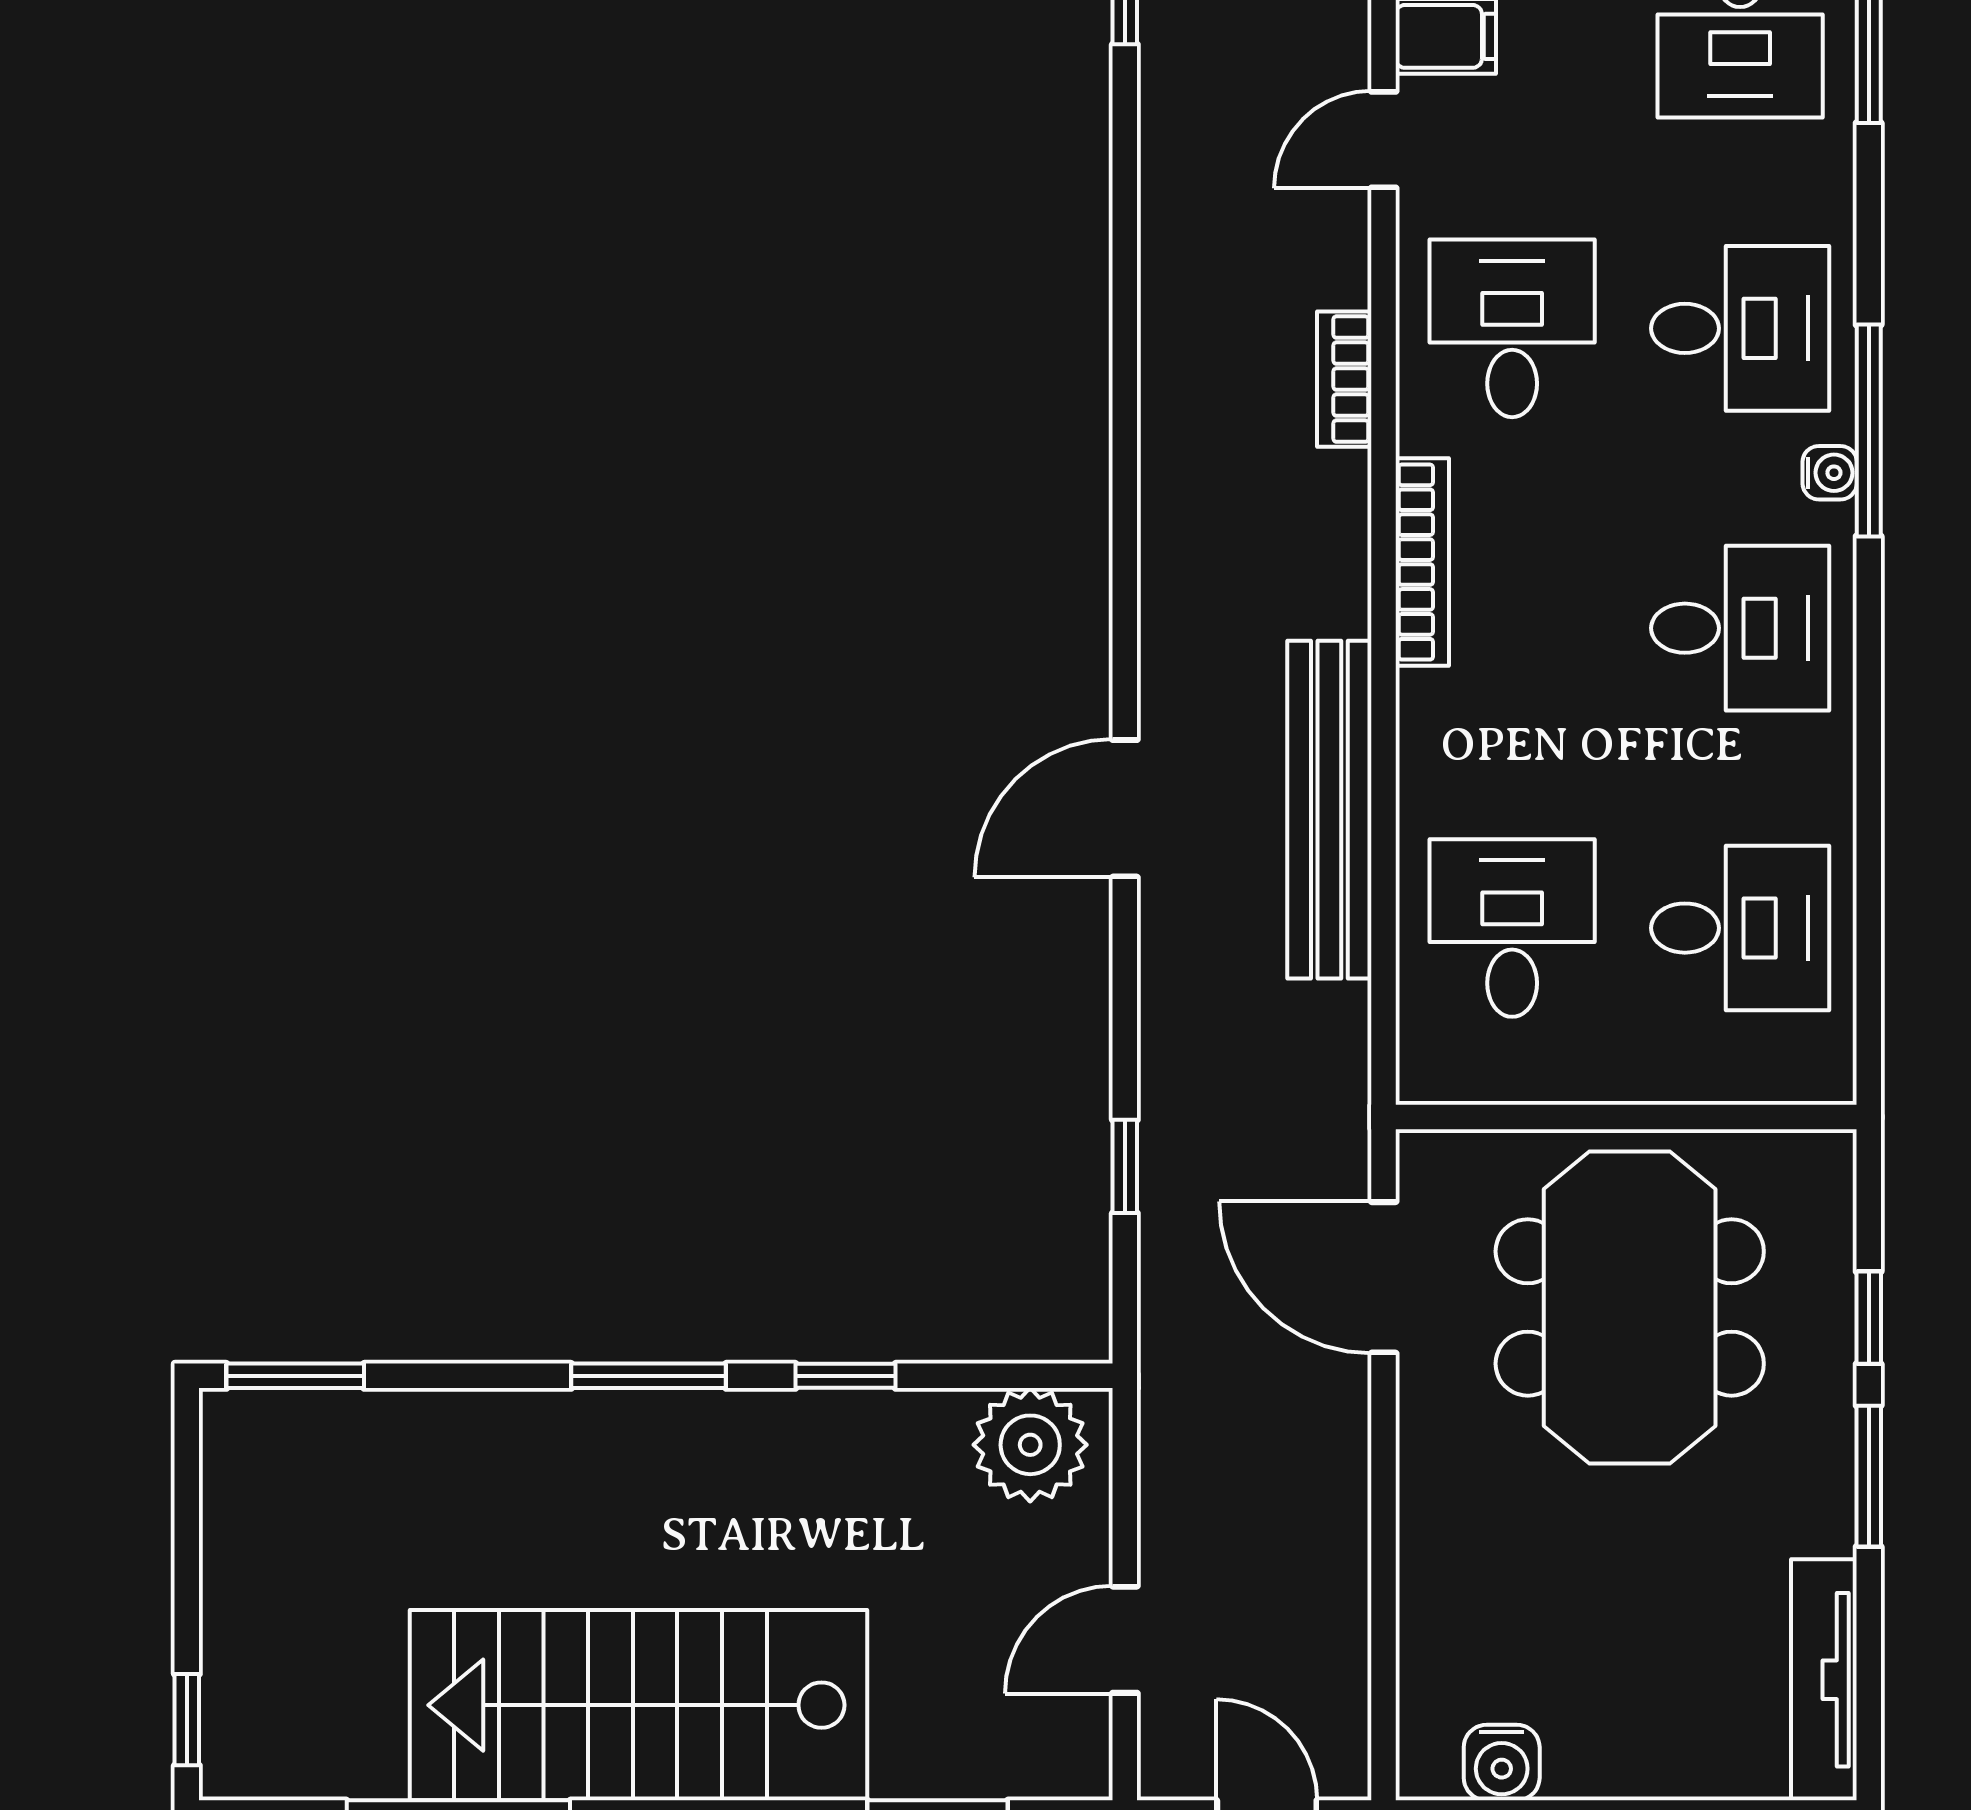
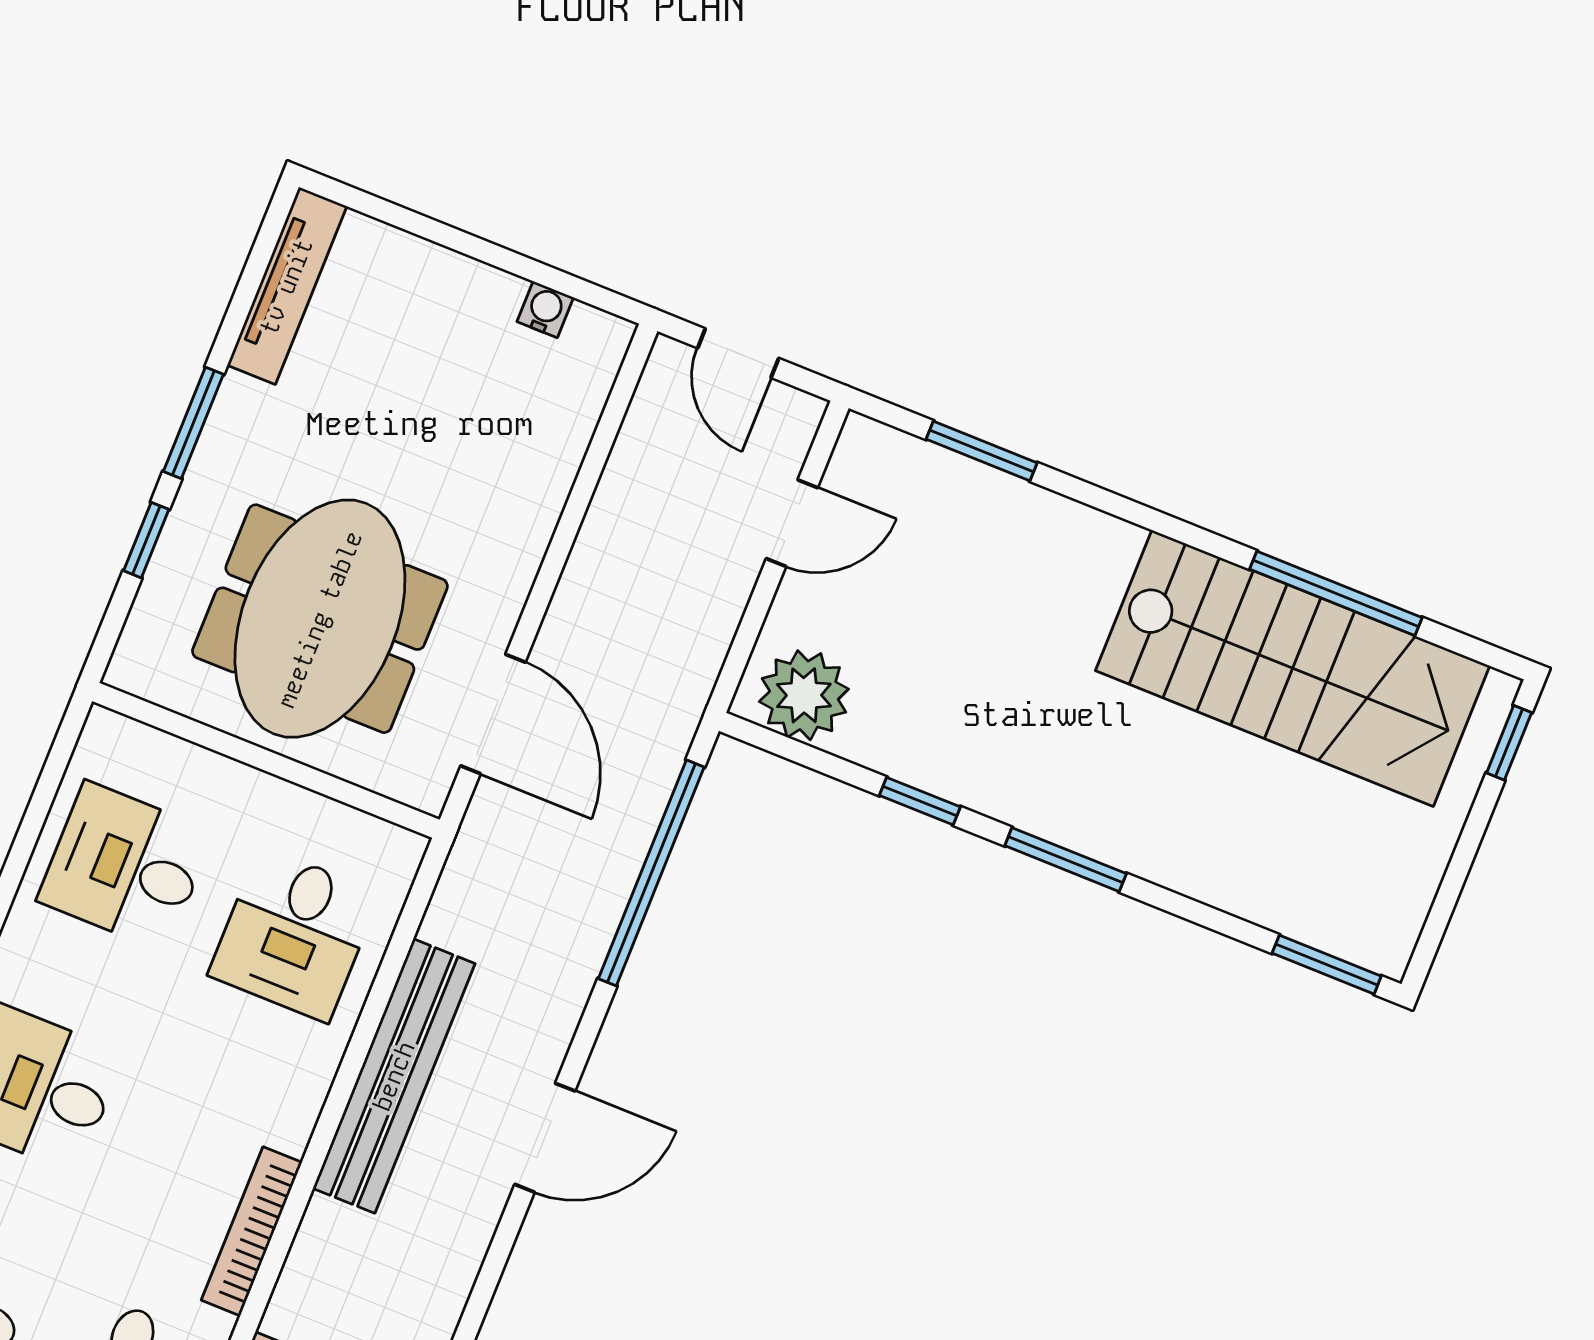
window: (1125, 1166) -> (651, 873), width x3.17
stairs: (639, 1705) -> (1293, 668), moved
water cooler: (1502, 1763) -> (545, 309), width x0.72, depth x0.72

